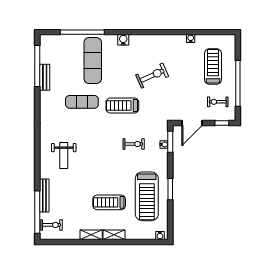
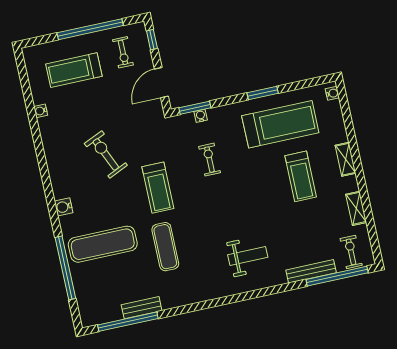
door: (192, 123) -> (161, 83), swing flipped
shelving: (91, 235) -> (356, 208), moved

